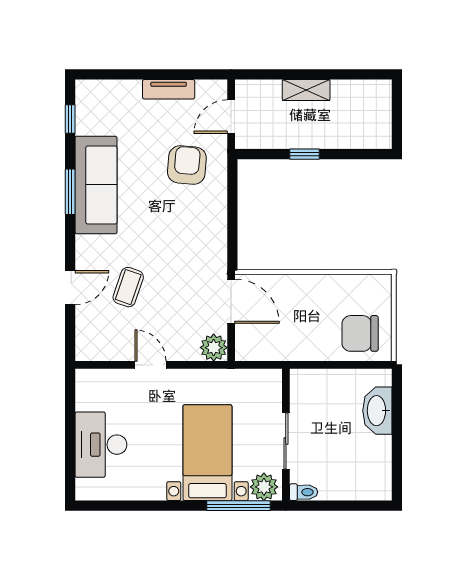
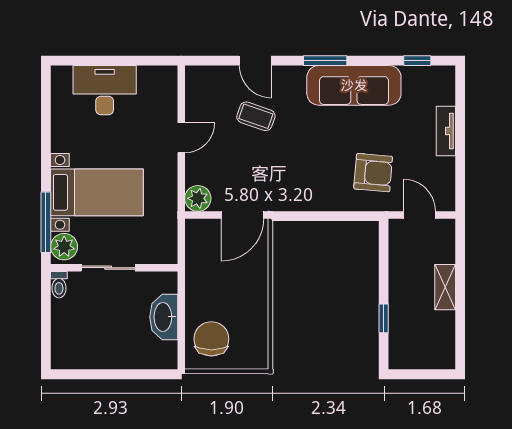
tv unit: (169, 89) -> (446, 131), moved
window: (304, 154) -> (384, 318), moved
window: (70, 192) -> (325, 61), moved
washbasin: (377, 411) -> (164, 317), moved, turned -90

